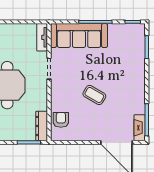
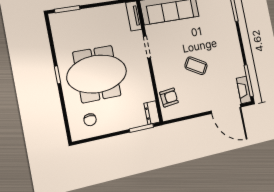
armchair: (61, 120) -> (169, 97), turned 84
dresser: (42, 126) -> (152, 113), width x0.70

